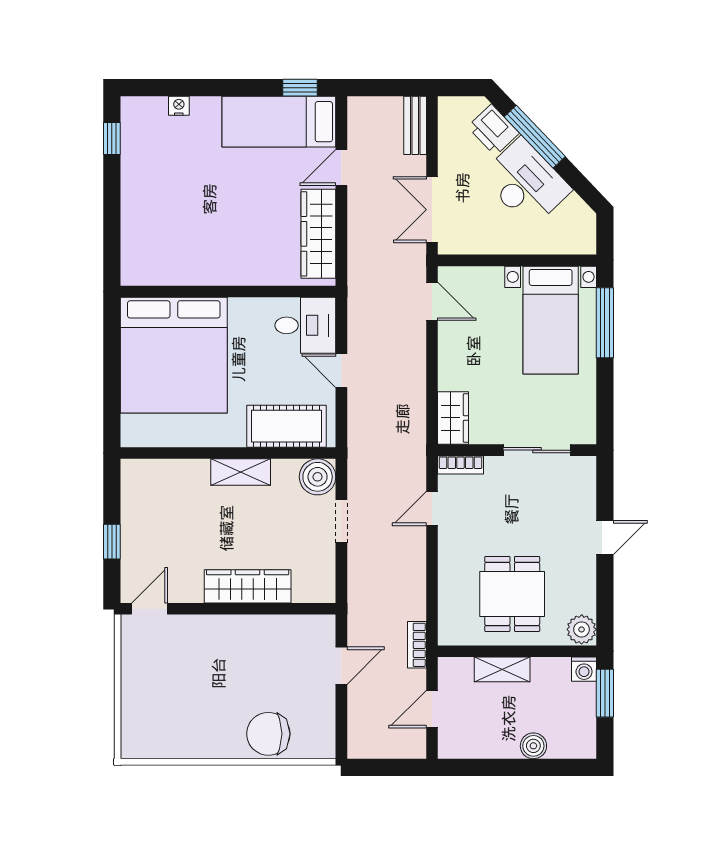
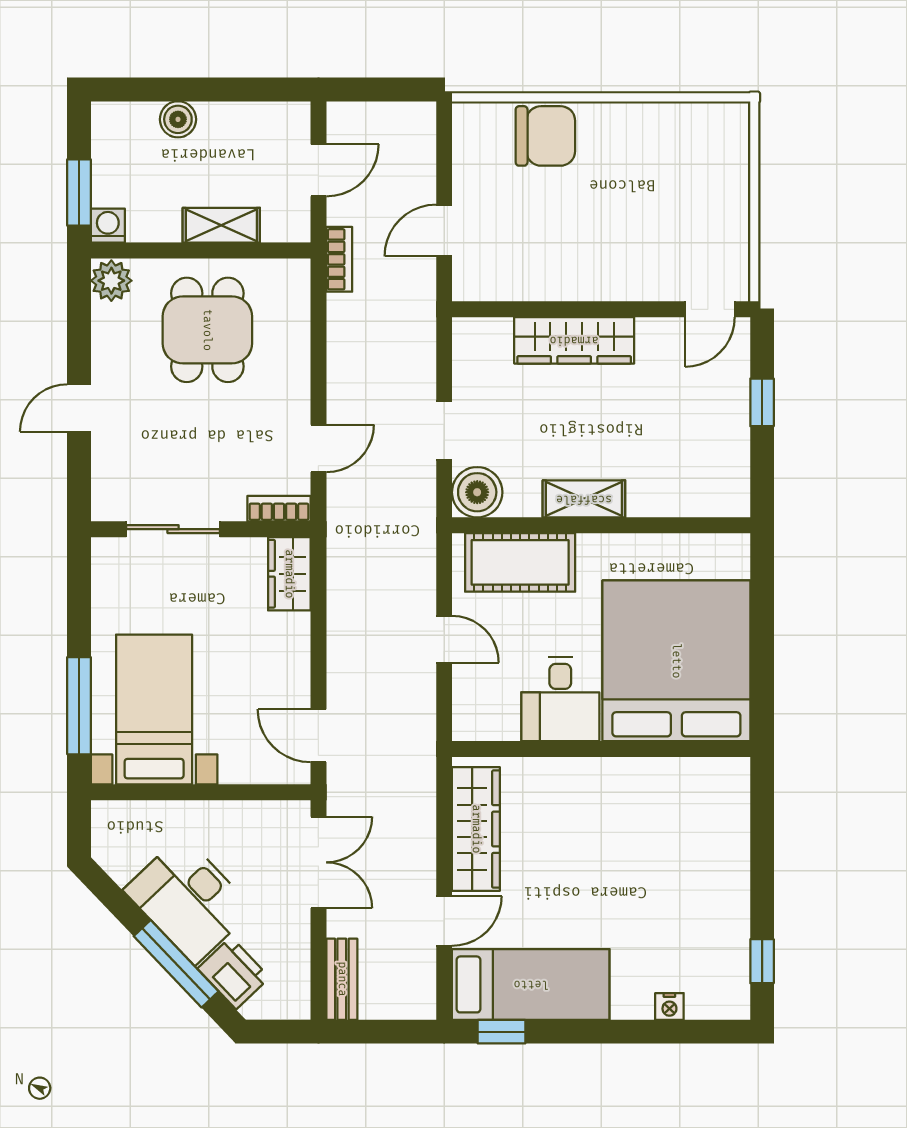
desk: (305, 325) -> (560, 699), moved, turned -90

